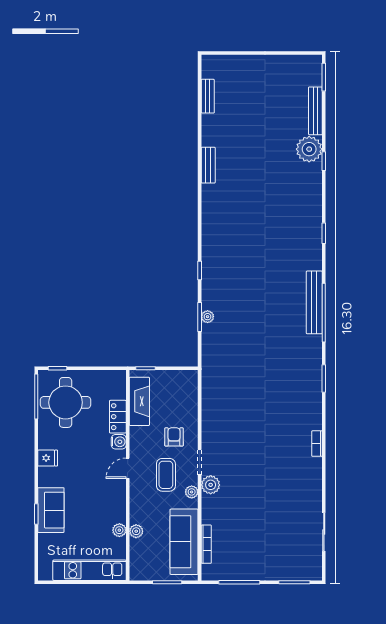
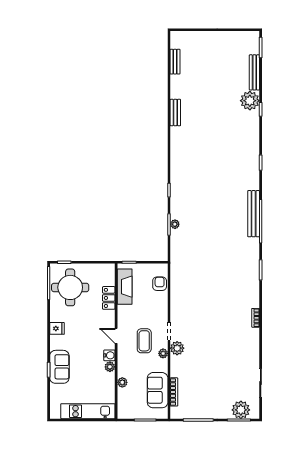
armchair: (174, 437) -> (160, 284), moved
water cooler: (119, 442) -> (109, 355), moved
door: (128, 468) -> (116, 336), hinge flipped
plant: (119, 530) -> (110, 367), moved
sofa: (184, 542) -> (158, 390), width x0.73
plant: (297, 568) -> (241, 410), added

